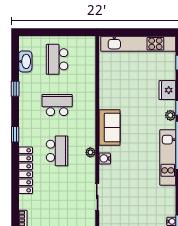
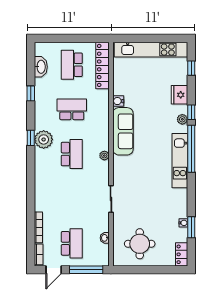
sofa: (109, 127) -> (123, 131), width x1.36
plant: (28, 136) -> (44, 139), added
water cooler: (105, 158) -> (118, 101), moved
locker: (26, 170) -> (103, 65), moved, turned 180

